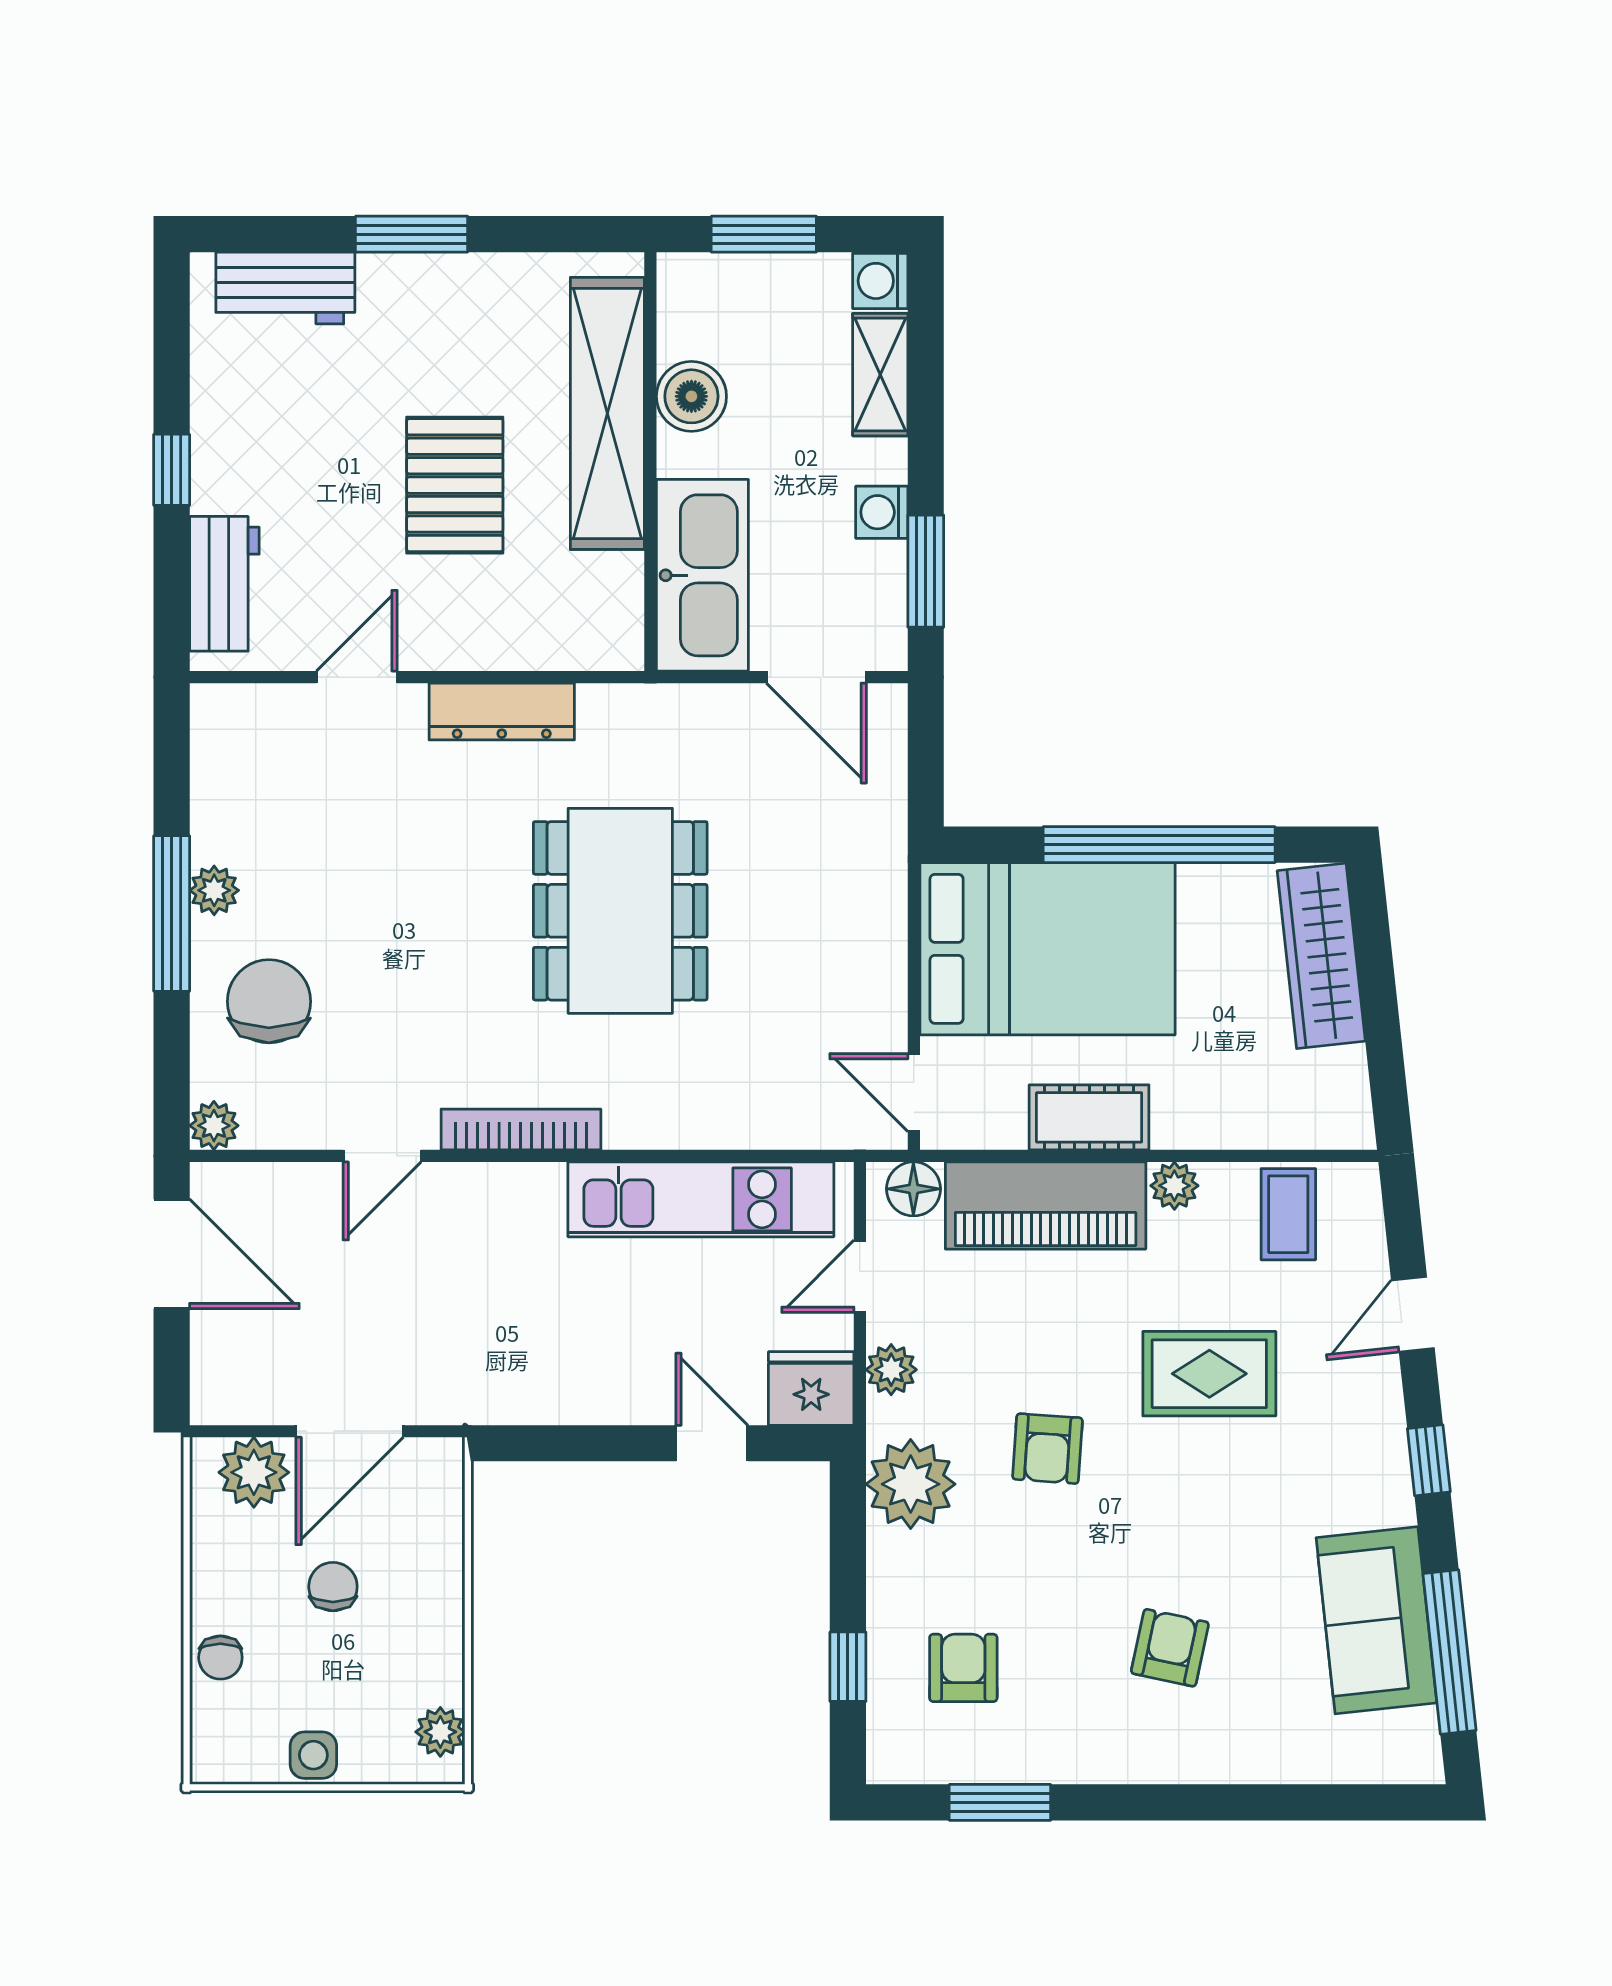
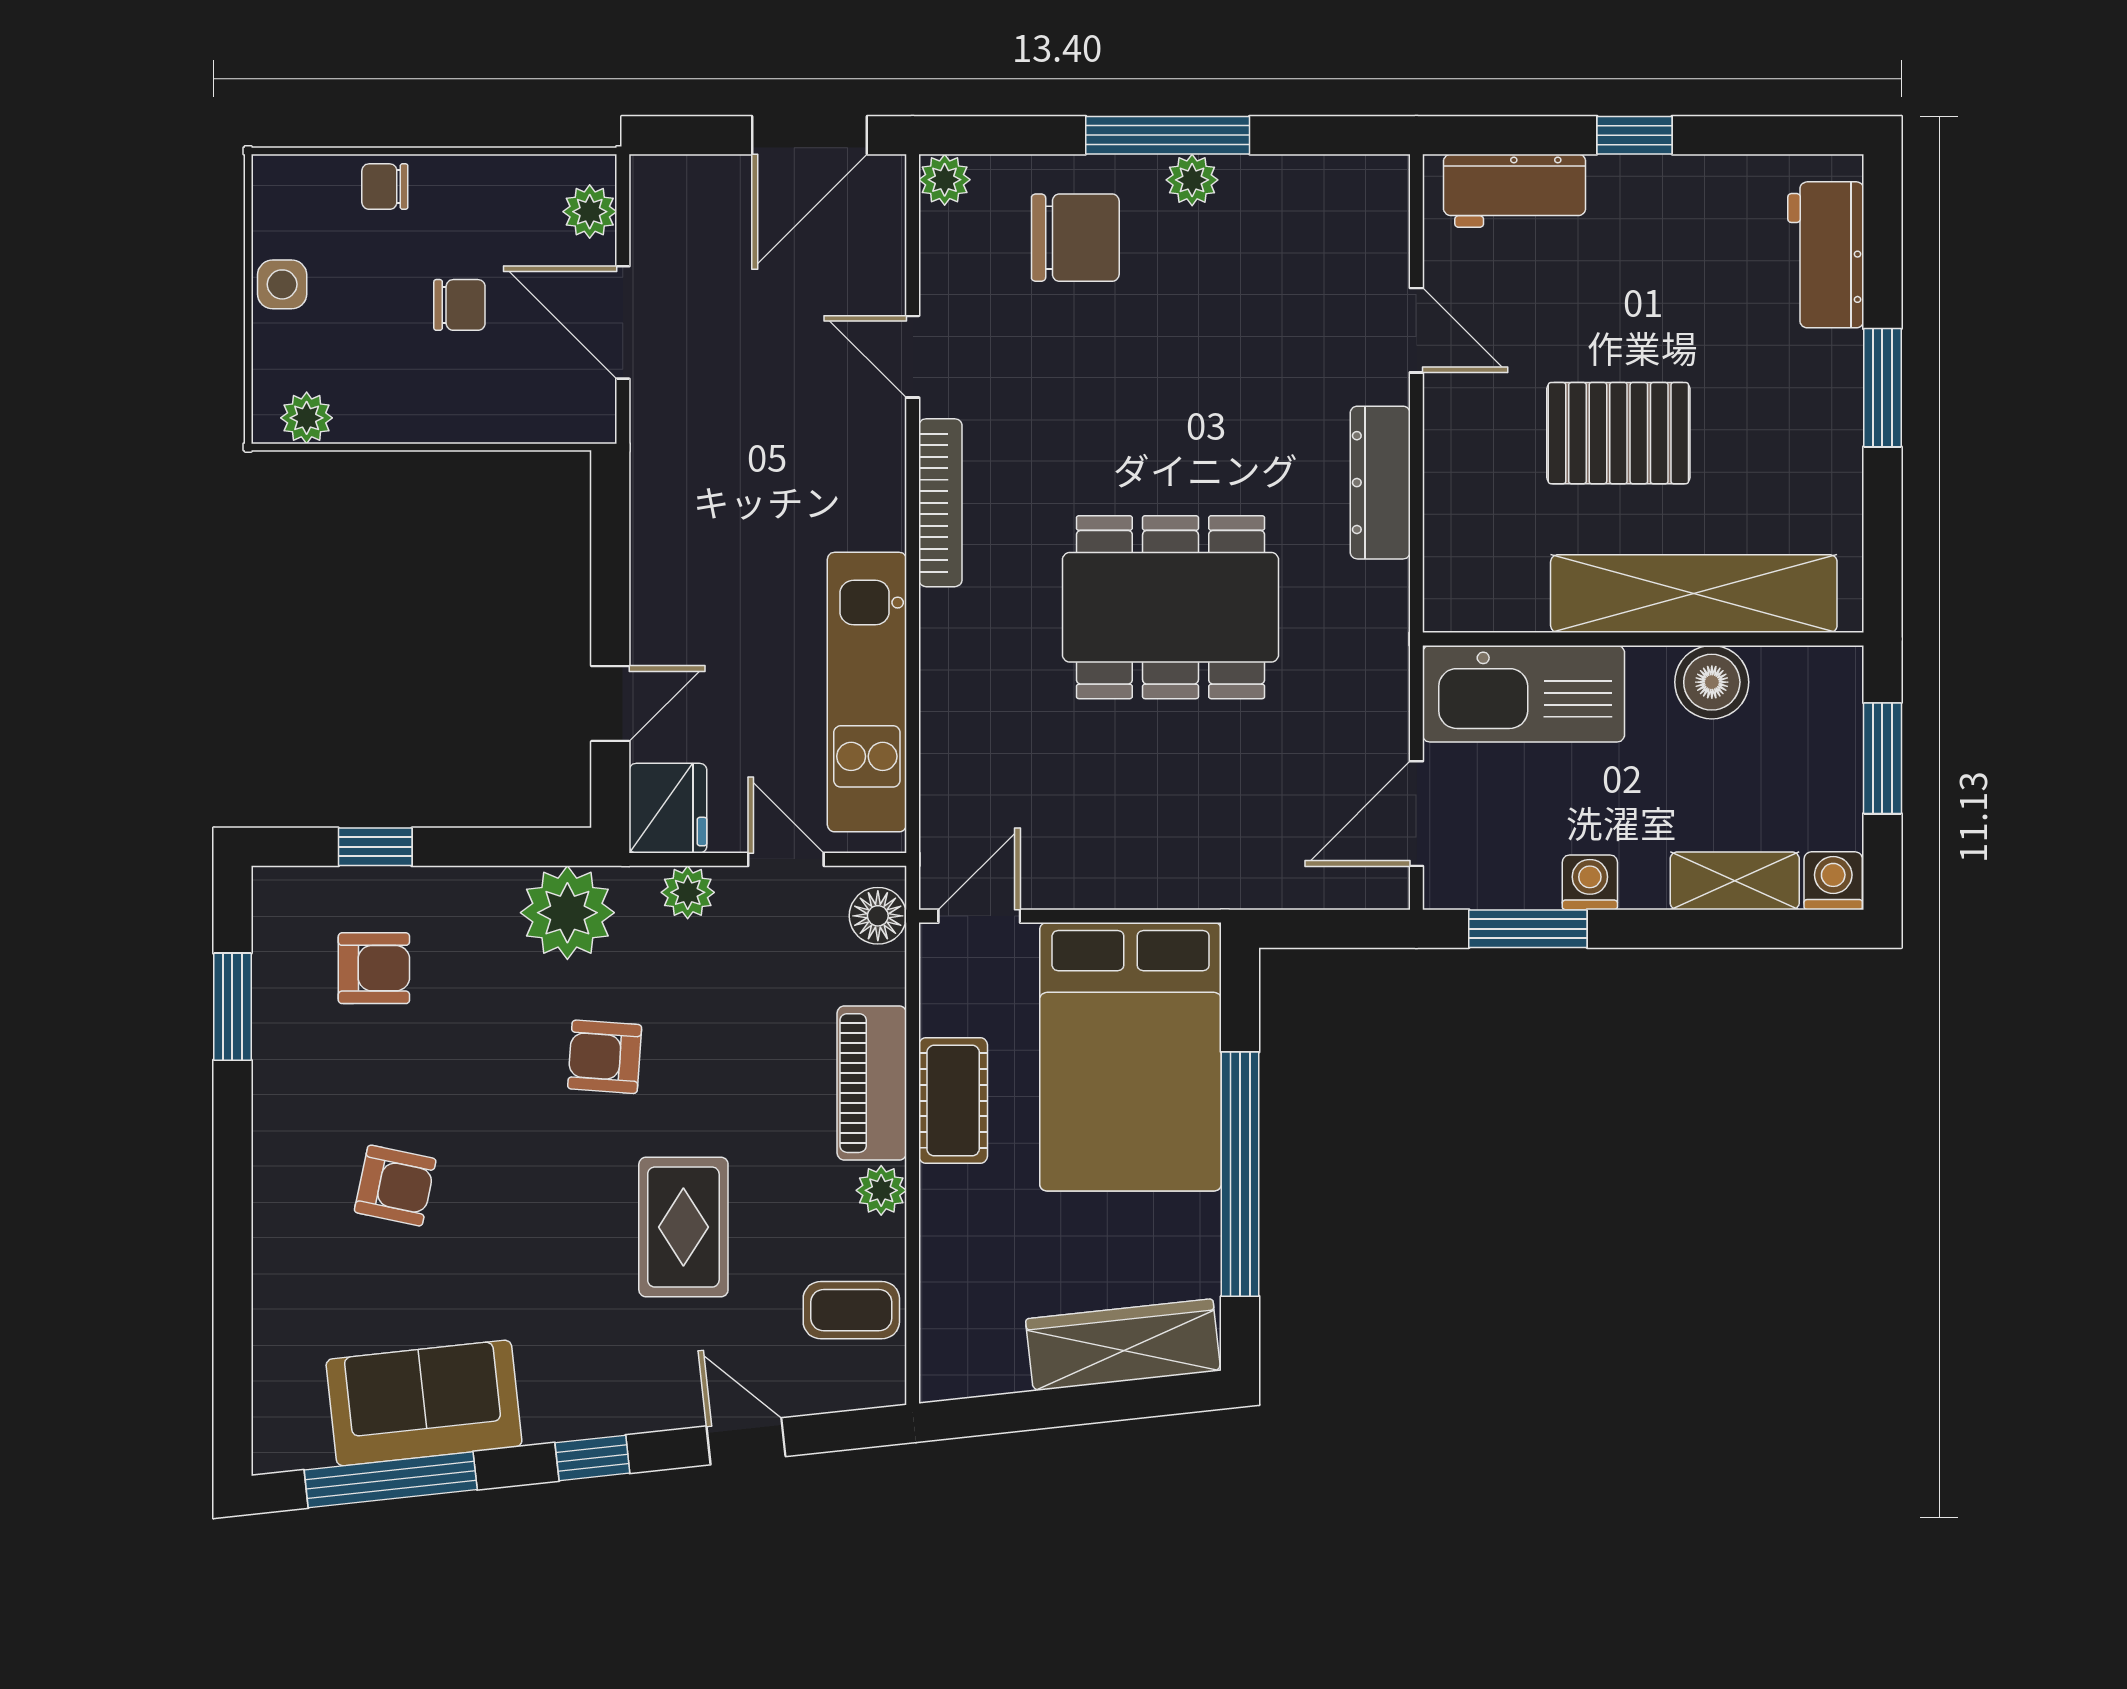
piano: (1046, 1205) -> (872, 1083), width x0.73, depth x0.75
plant: (254, 1472) -> (590, 212), width x0.73, depth x0.73

